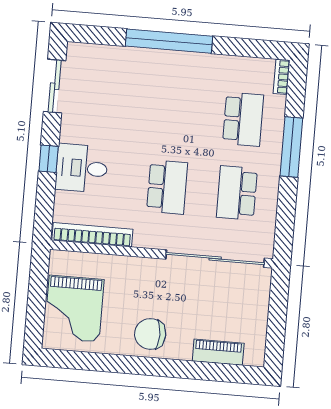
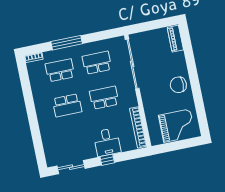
window: (169, 41) -> (32, 118), removed
school desk: (173, 113) -> (67, 105), added
school desk: (237, 193) -> (97, 63), turned 180
chair: (150, 334) -> (178, 85), turned 90
piano: (218, 352) -> (175, 39), moved

